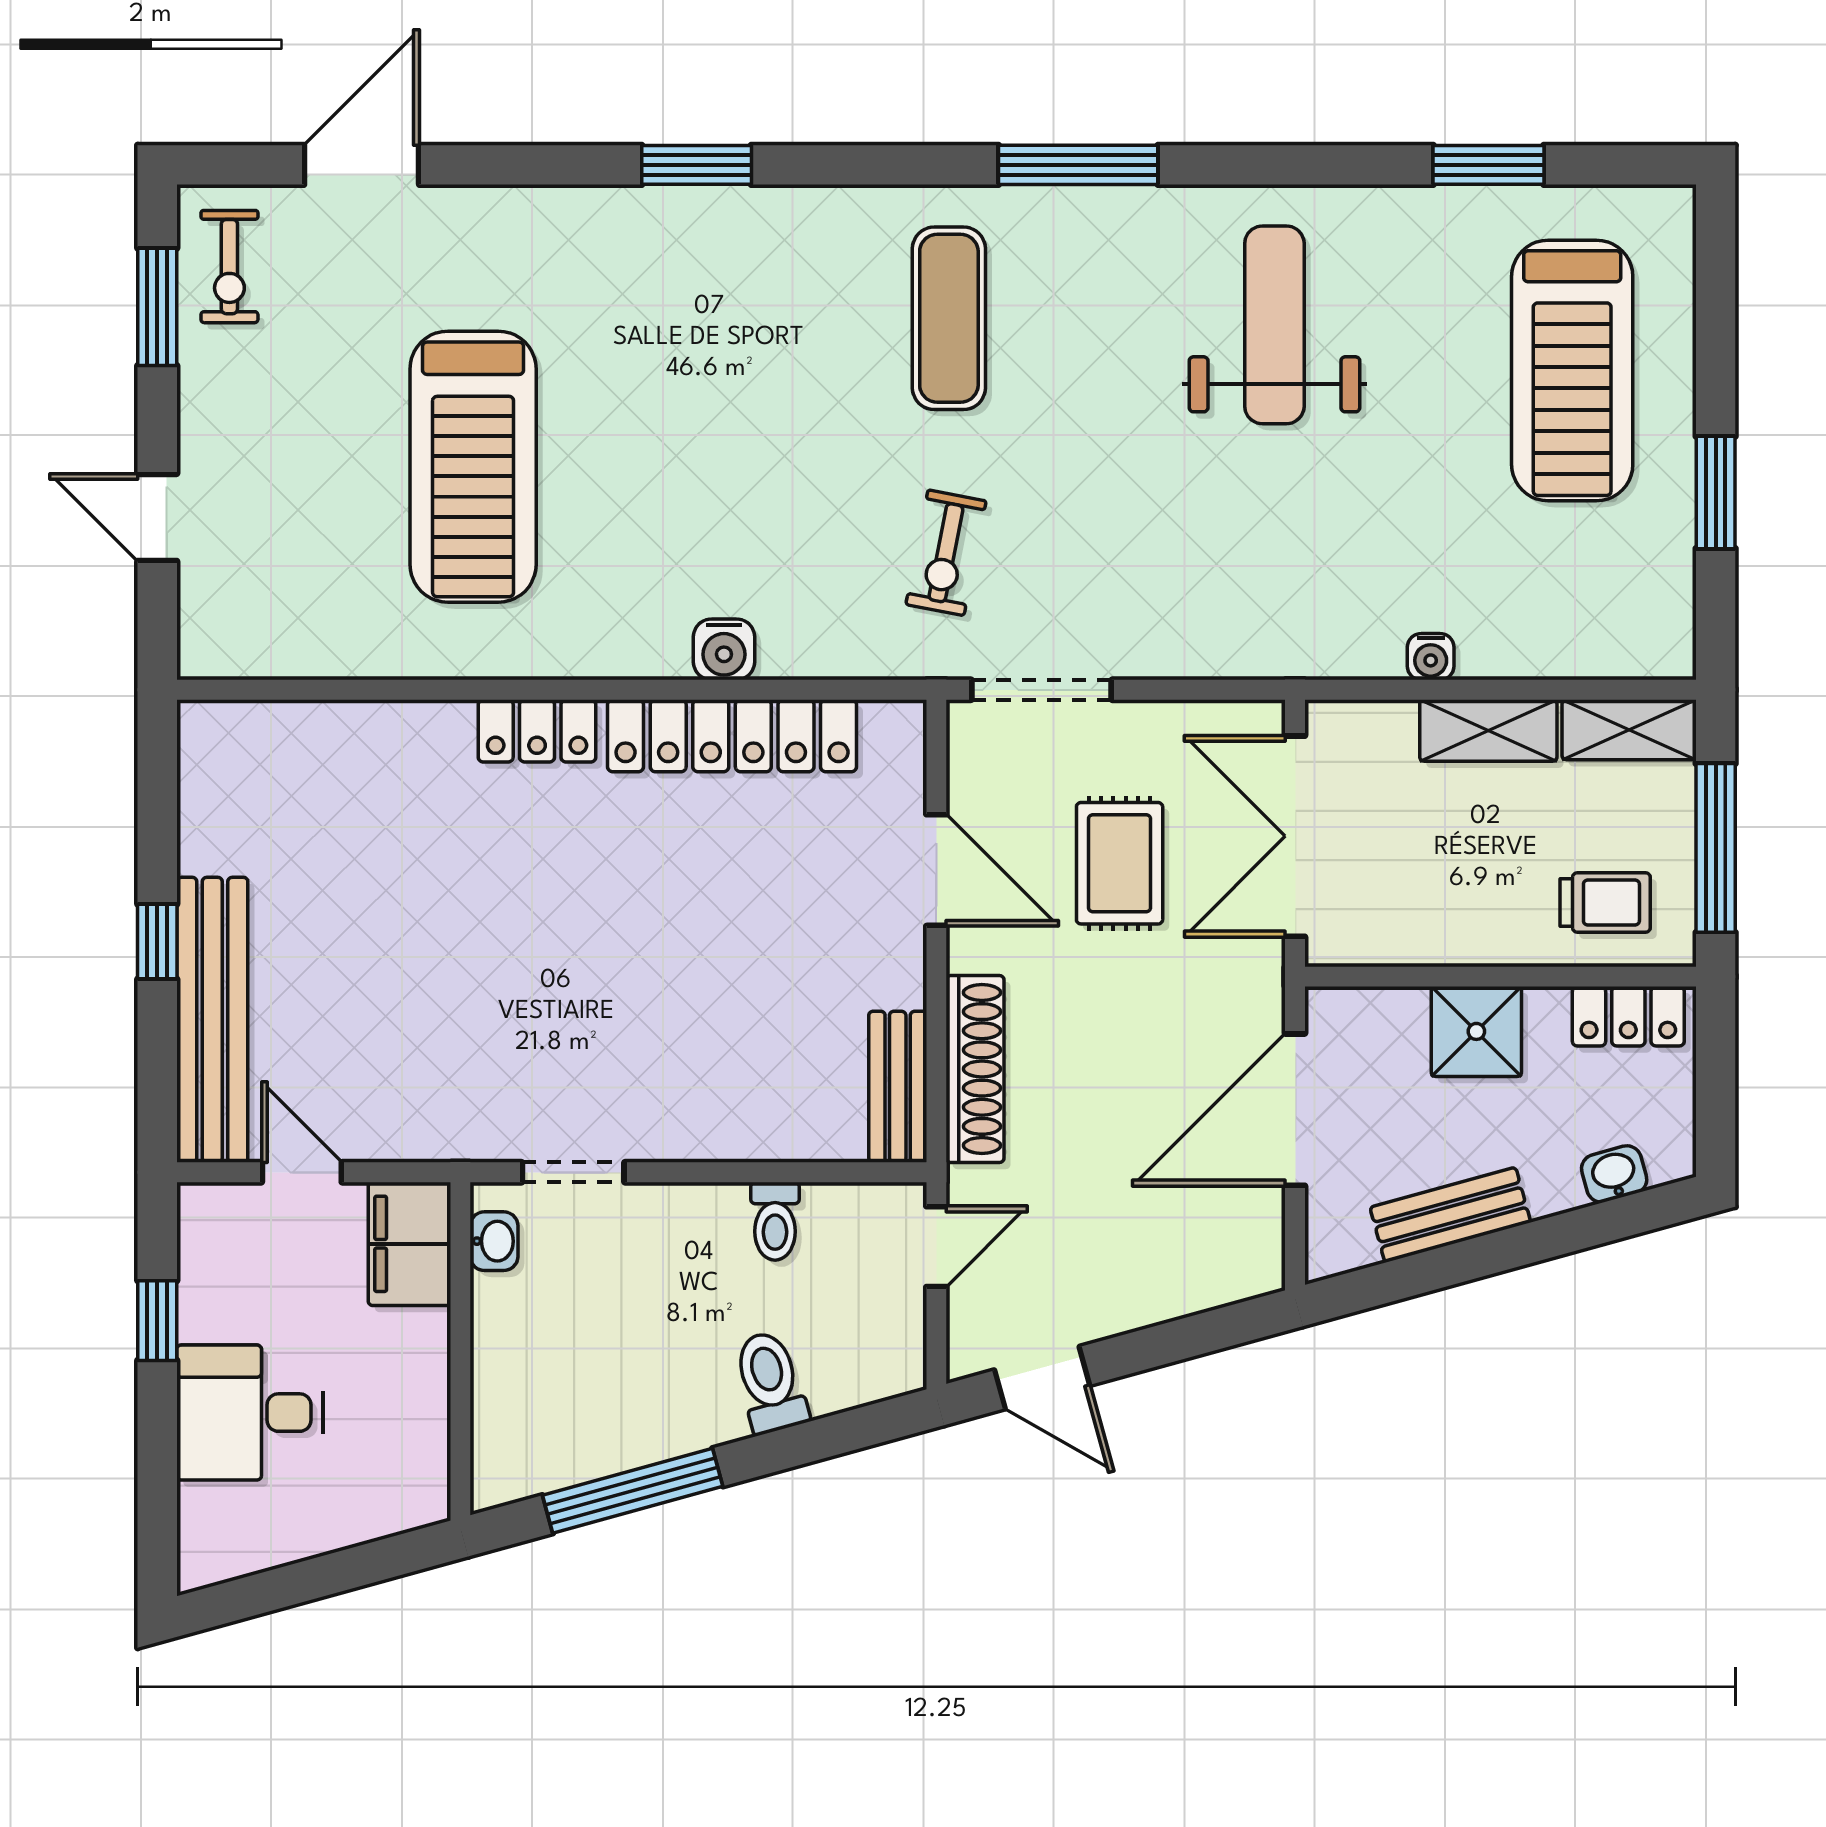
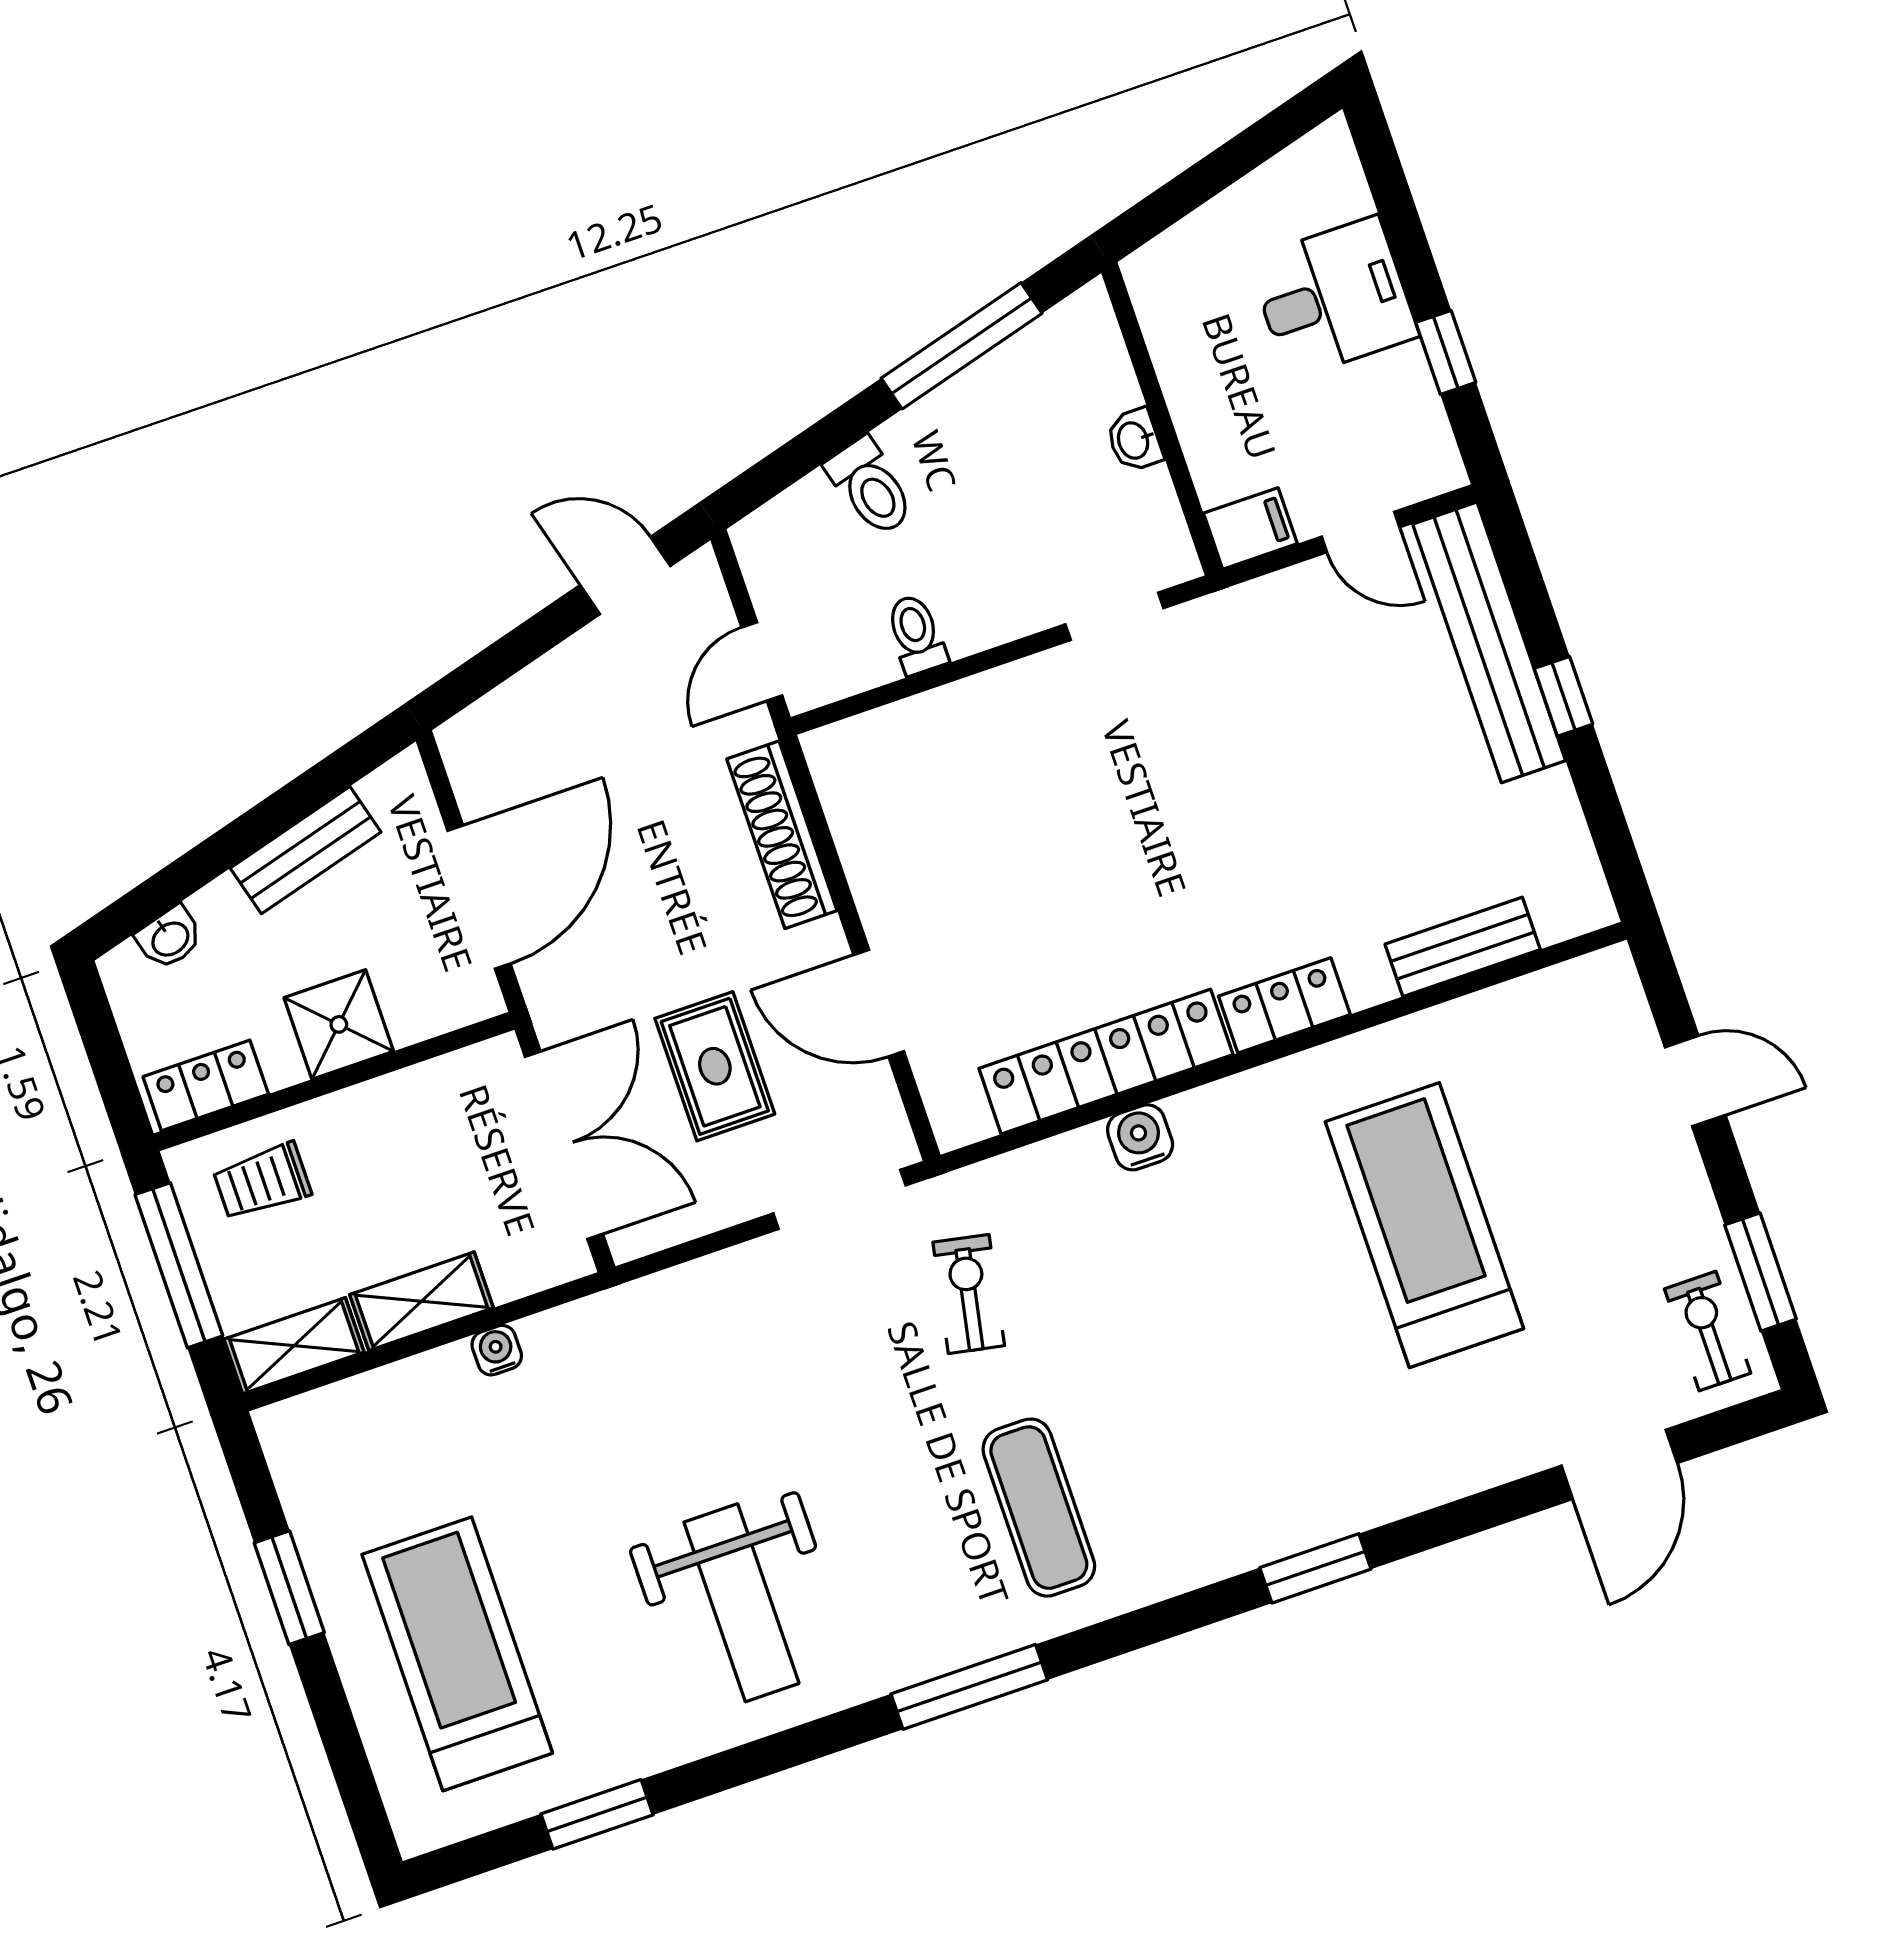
bench: (898, 1087) -> (1463, 947), moved, turned 90
washbasin: (494, 1241) -> (1134, 440), moved
filing cabinet: (409, 1244) -> (1250, 528), width x0.50

